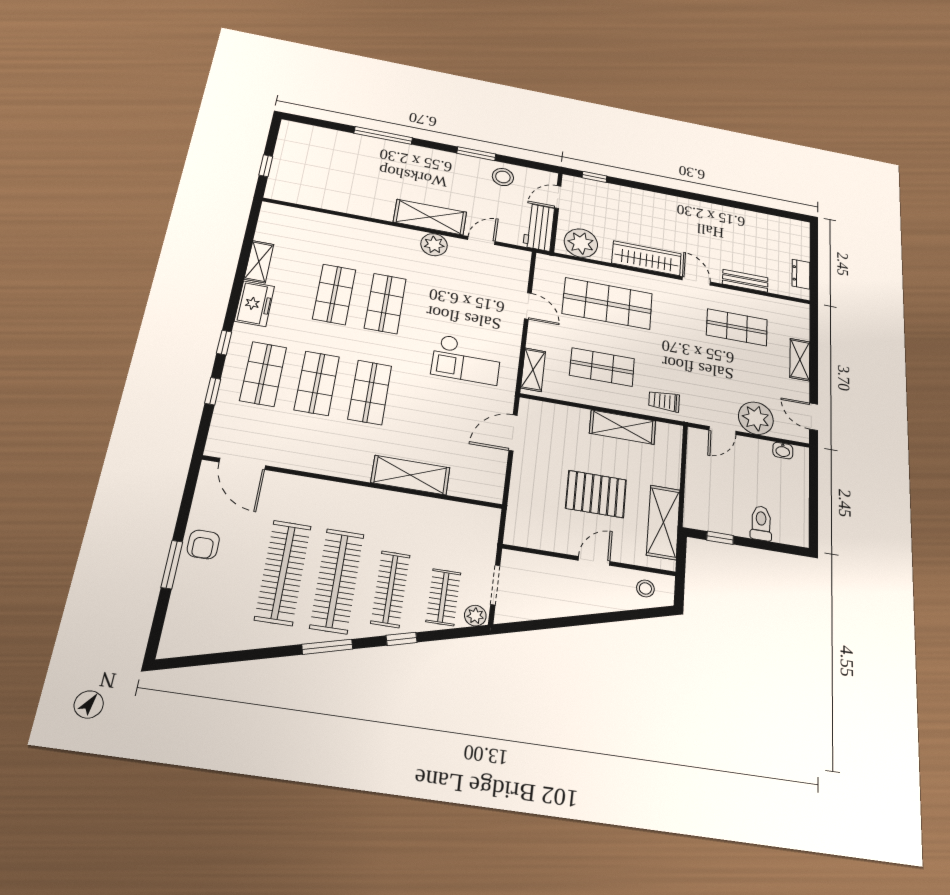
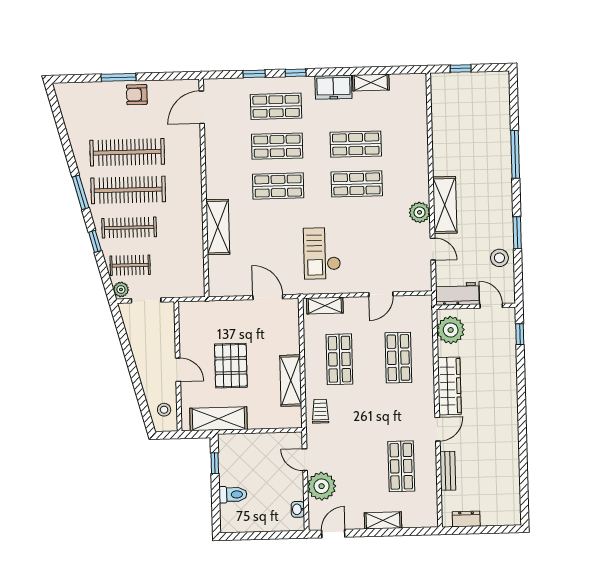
shop shelf: (607, 303) -> (398, 358), width x0.70, depth x0.74

